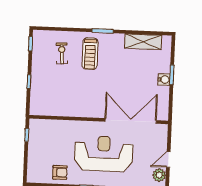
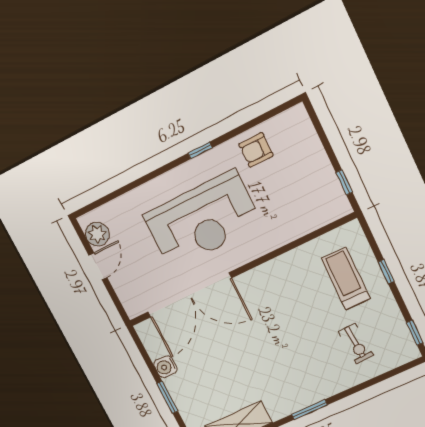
treadmill: (90, 54) -> (346, 279), moved
water cooler: (164, 80) -> (165, 367), moved

